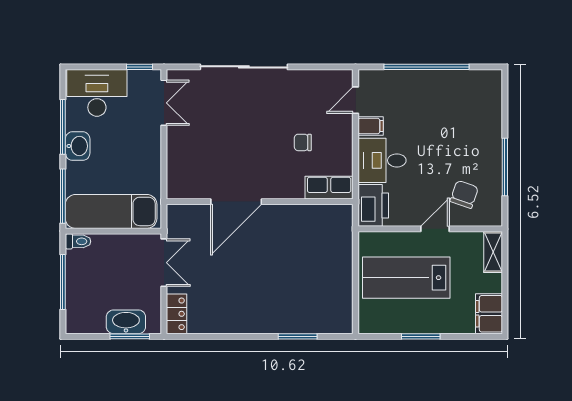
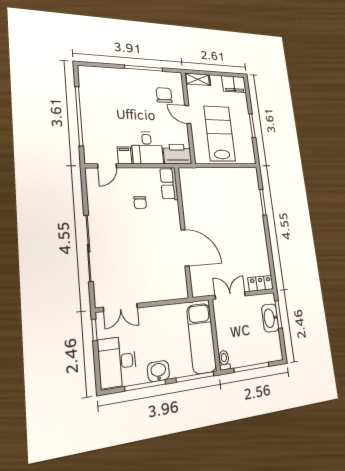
door: (356, 100) -> (107, 166), hinge flipped
double door: (164, 103) -> (120, 307), swing flipped
chair: (464, 194) -> (164, 95), turned 71
lab bench: (406, 278) -> (220, 134), turned 180

